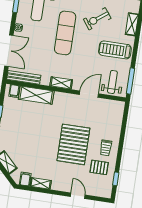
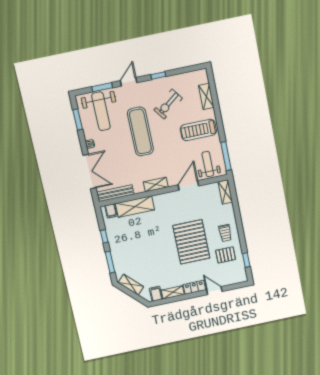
shelving: (119, 112) -> (225, 192), added
locker: (61, 186) -> (194, 287), added

